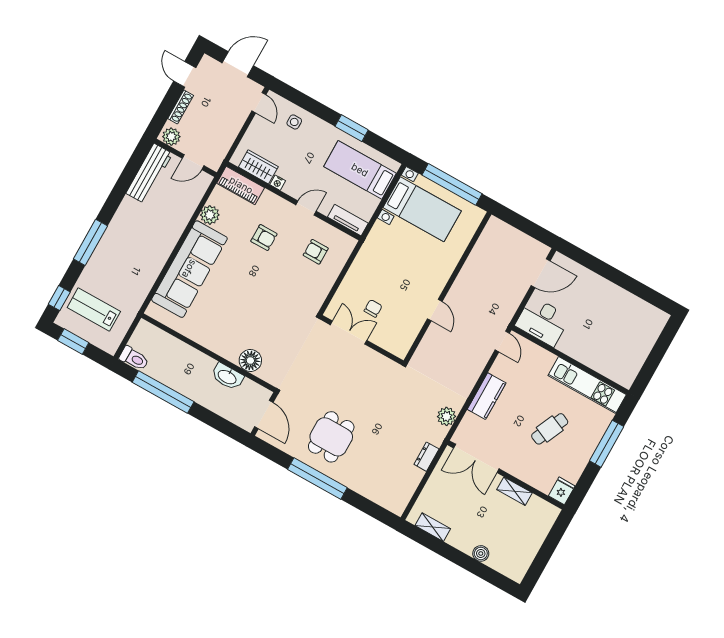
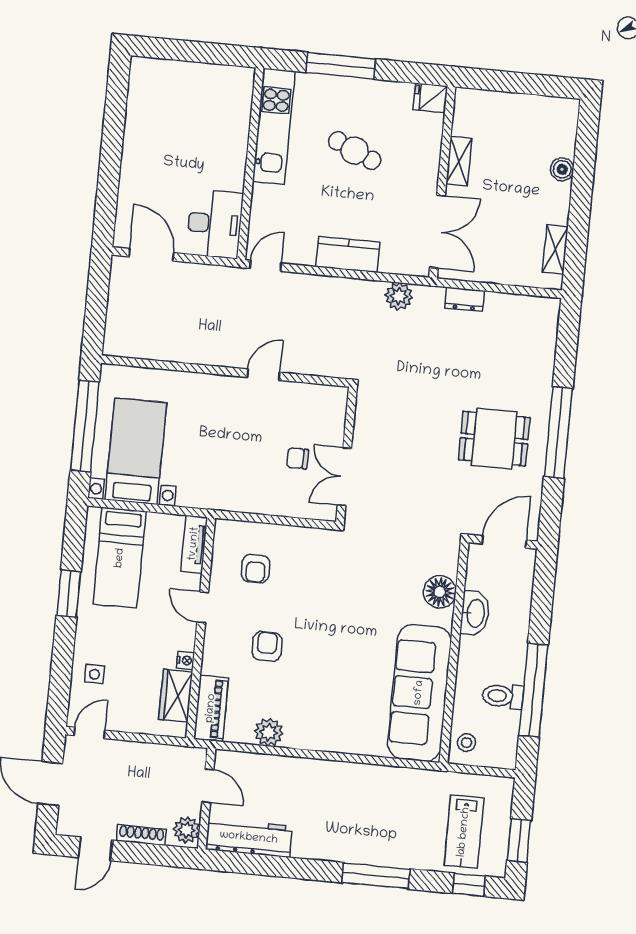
sofa: (189, 269) -> (419, 693), moved, turned -90
stool: (149, 336) -> (467, 743), added
toilet: (134, 358) -> (503, 696), moved, turned -90

